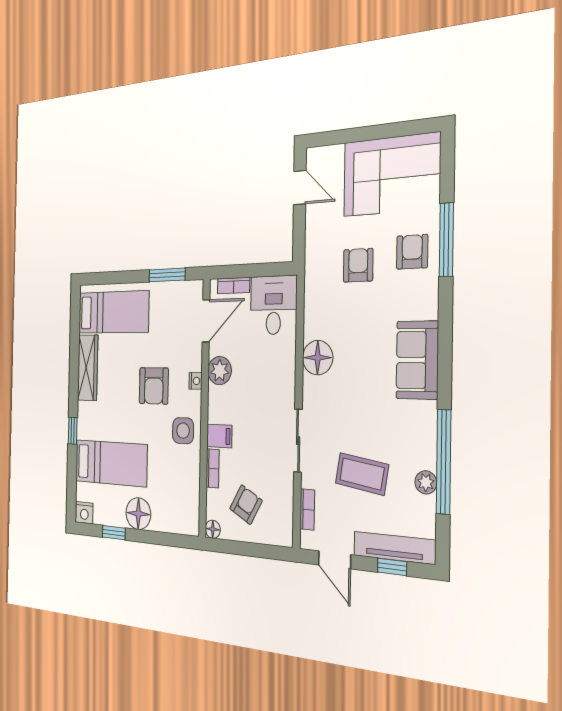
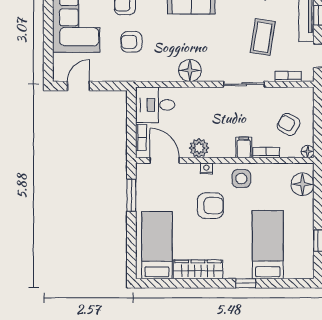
nightstand: (84, 513) -> (306, 270), removed
floor lamp: (138, 514) -> (302, 184), moved

